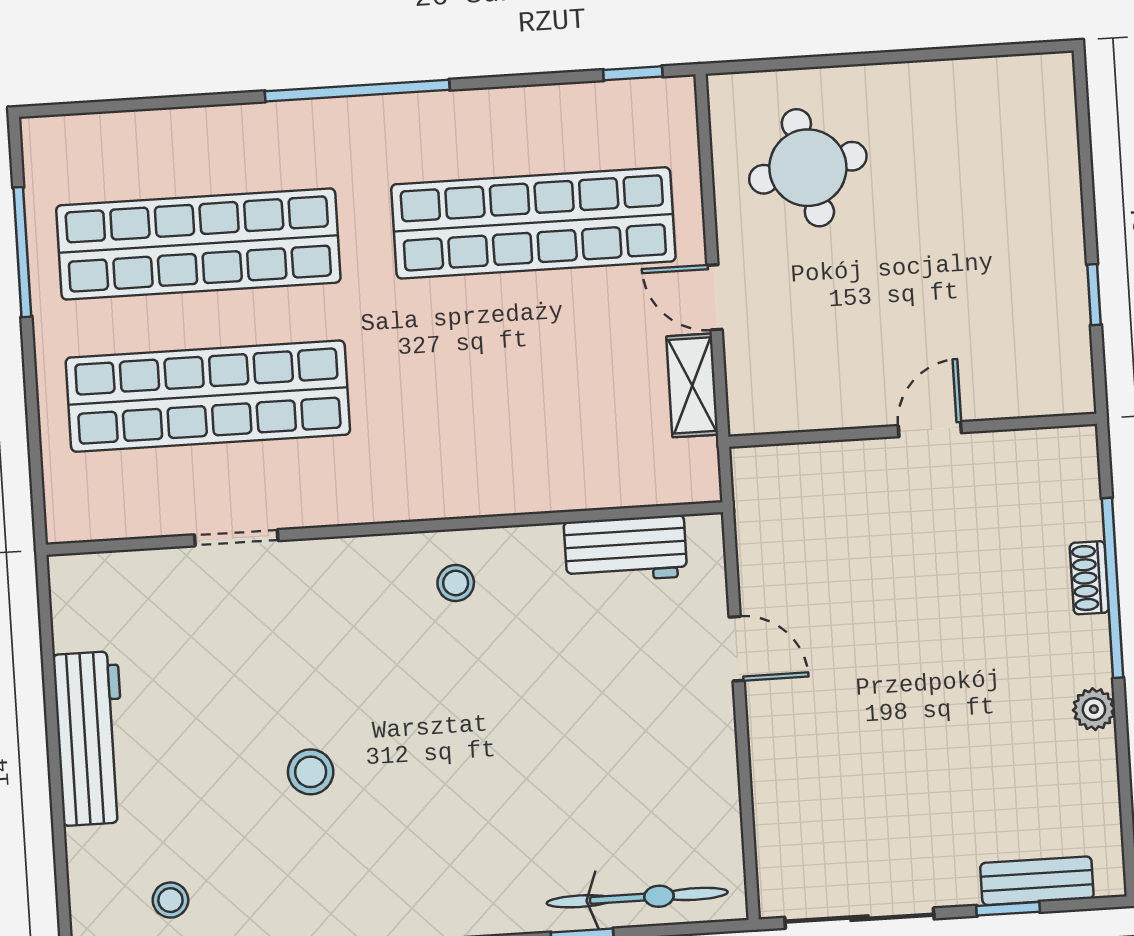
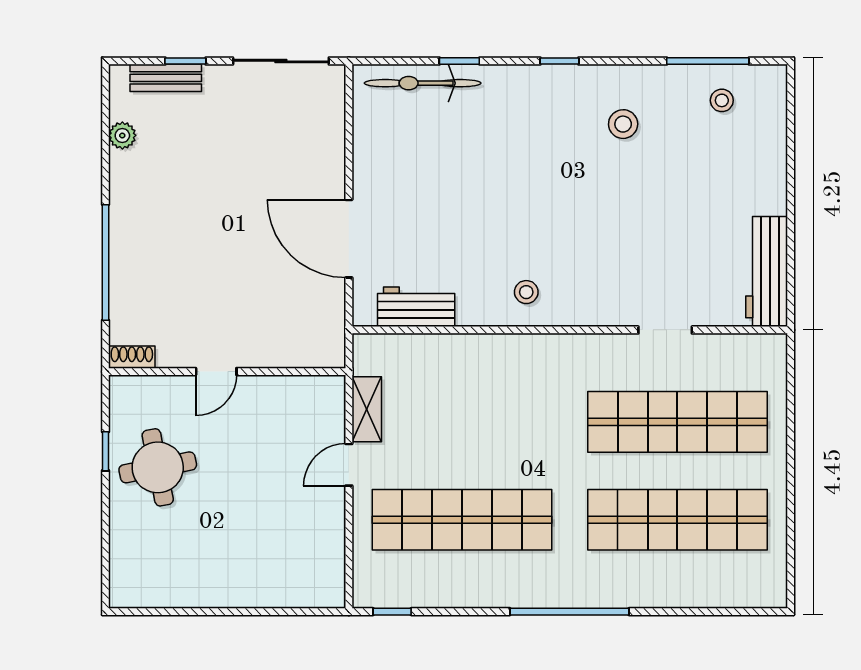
round table: (808, 168) -> (158, 467), moved
window: (22, 252) -> (791, 522), removed
door: (715, 297) -> (349, 465), swing flipped
shoe rack: (1089, 578) -> (132, 357), moved, turned -90
door: (737, 649) -> (349, 239), width x1.87
plant: (1094, 709) -> (122, 135), moved
workbench: (90, 738) -> (767, 272), moved
stool: (311, 772) -> (623, 124), moved

